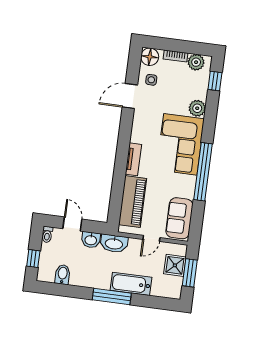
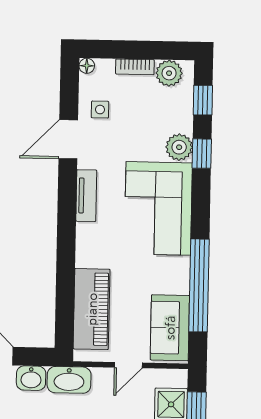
floor lamp: (150, 57) -> (87, 66), width x0.53, depth x0.53
window: (211, 114) -> (202, 154), added
tv unit: (133, 159) -> (86, 196), moved
window: (203, 172) -> (199, 285), moved

